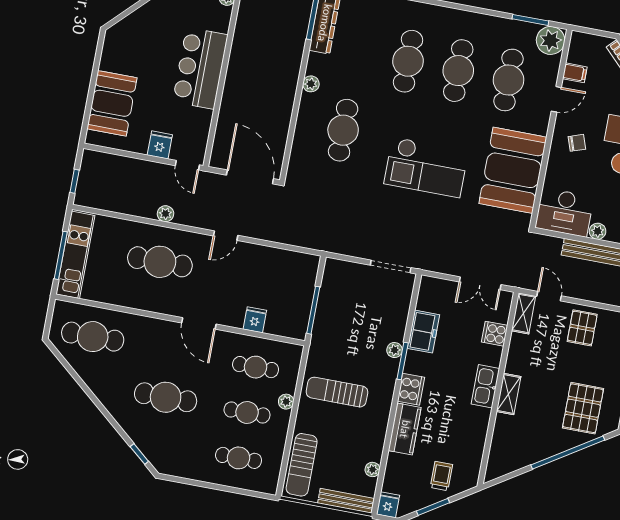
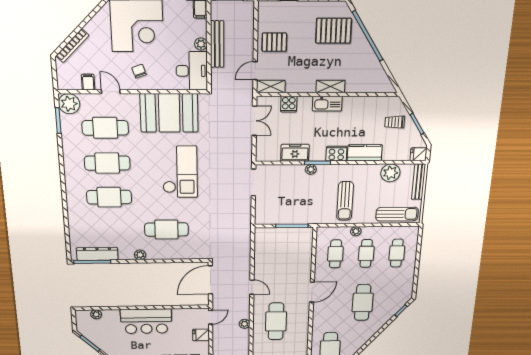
fridge: (255, 320) -> (304, 260), removed
plant: (372, 469) -> (390, 173), width x1.88, depth x1.88

